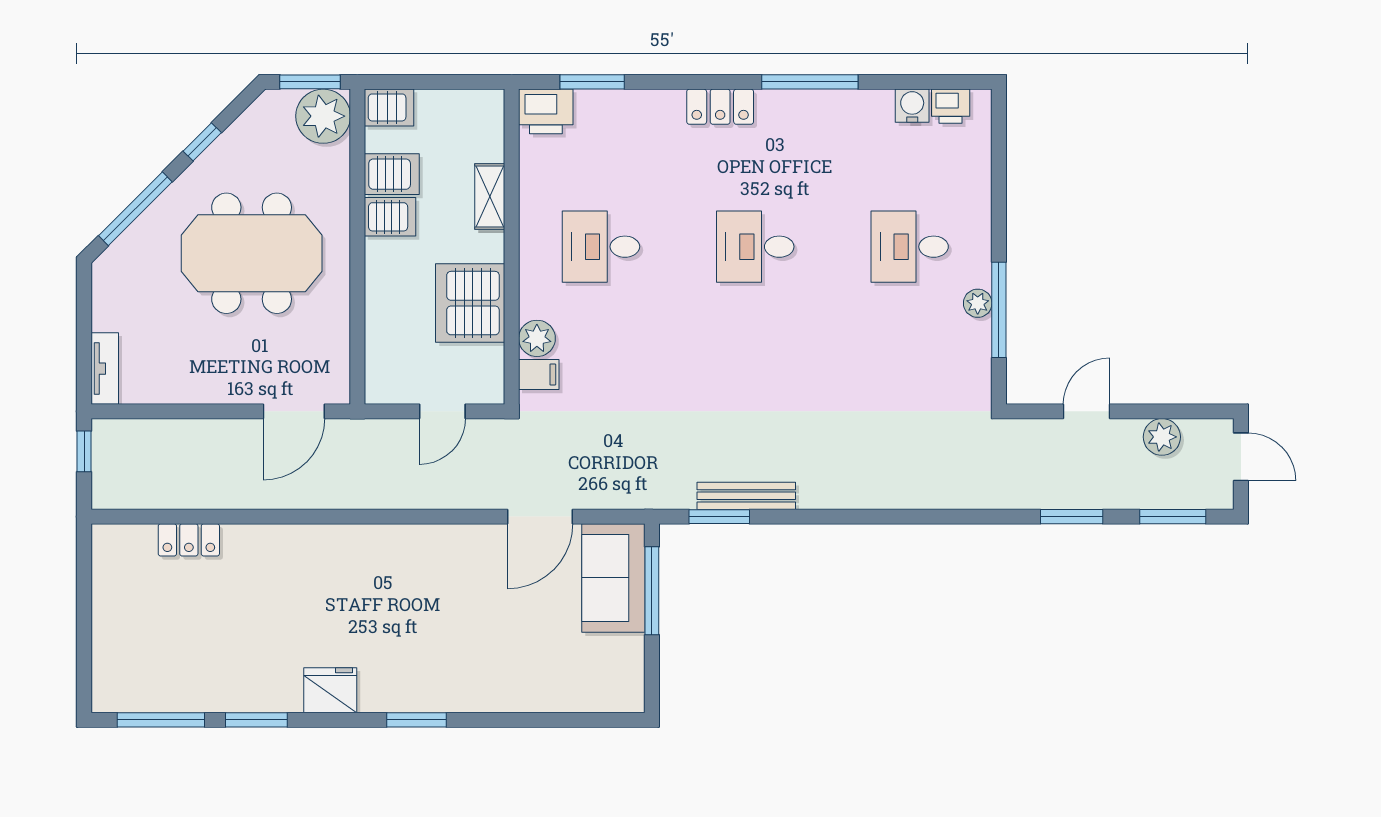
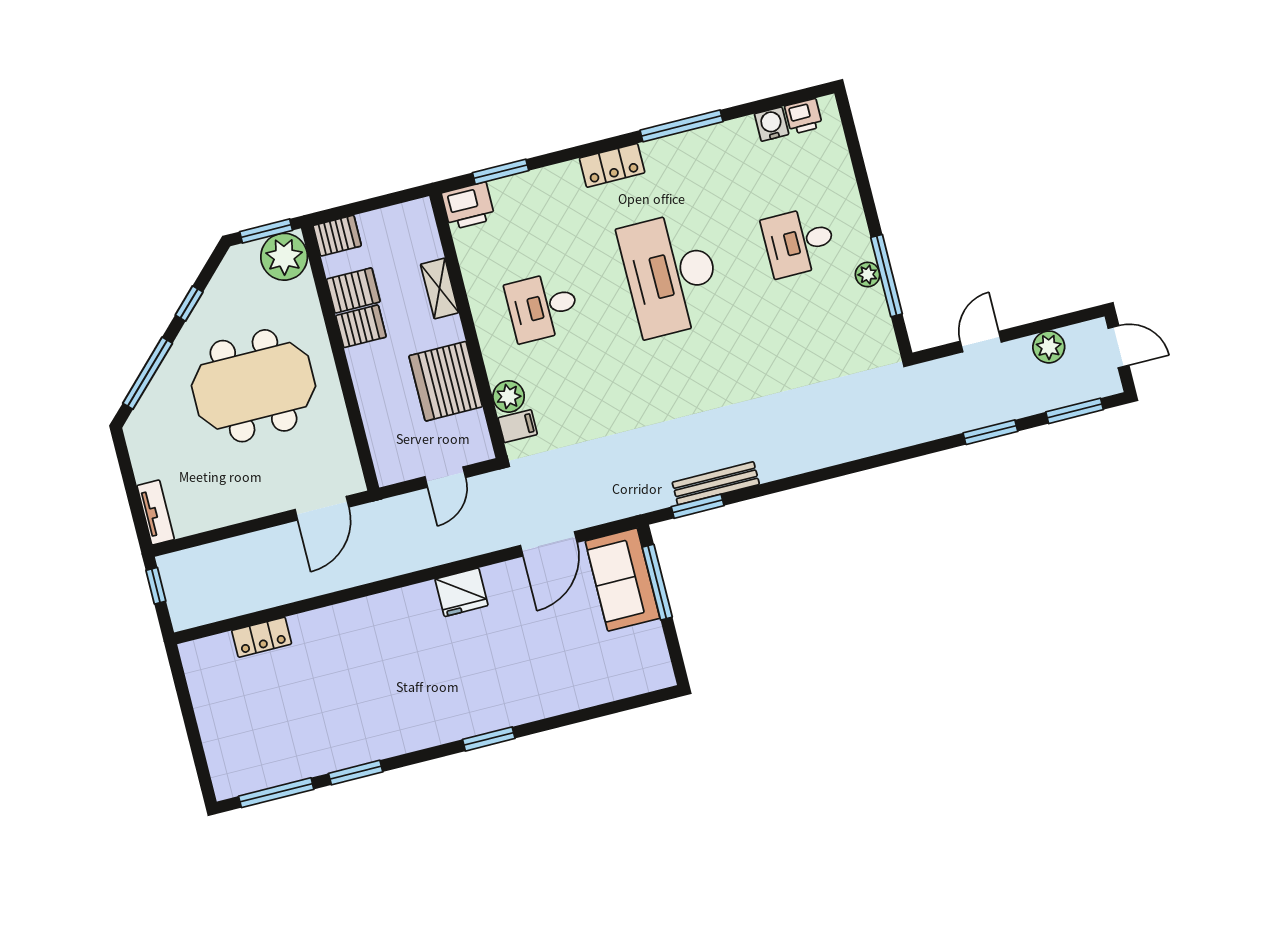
desk: (755, 247) -> (671, 274), width x1.87, depth x1.30
fridge: (330, 690) -> (462, 592), moved, turned 180

